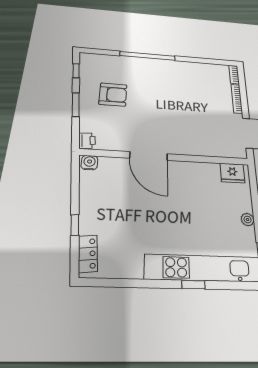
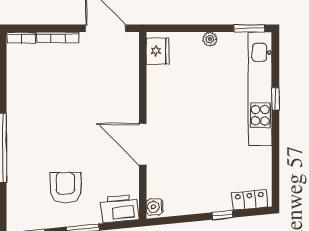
printer: (87, 141) -> (120, 209), width x1.87, depth x1.48
door: (149, 156) -> (143, 144), swing flipped

